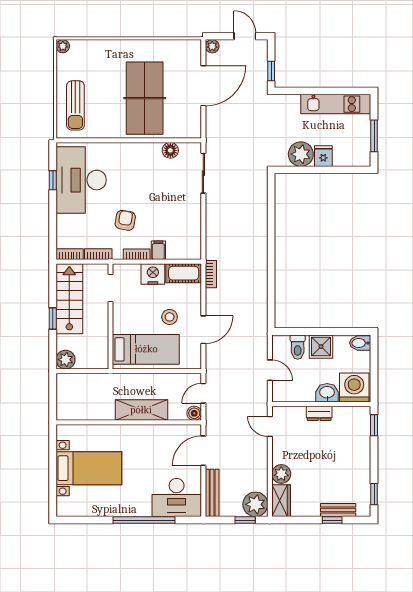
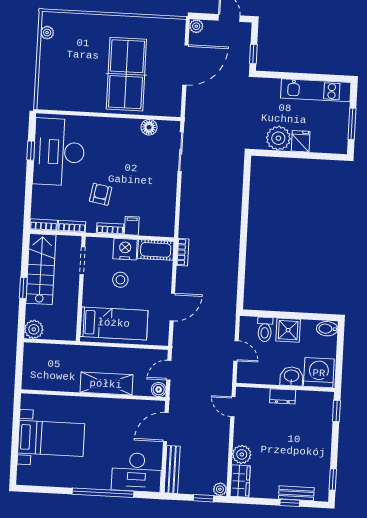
plant: (63, 46) -> (47, 33), moved
sun lounger: (75, 105) -> (57, 78), removed
stool: (170, 317) -> (120, 280), moved
plant: (255, 504) -> (220, 489), width x0.53, depth x0.53

